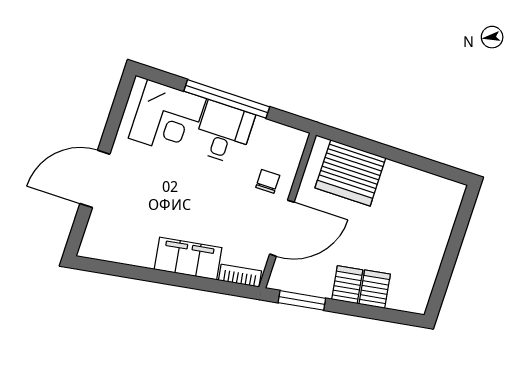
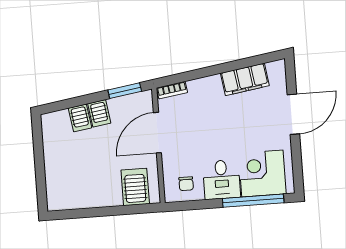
window: (227, 99) -> (253, 201), moved
server rack: (350, 173) -> (135, 187), width x0.62
chair: (268, 181) -> (186, 184), moved
filing cabinet: (188, 259) -> (245, 79), moved

